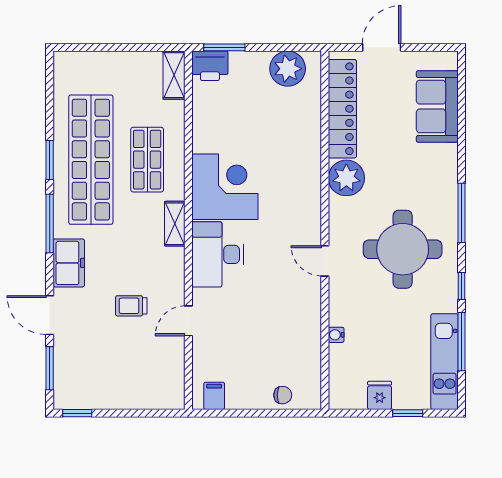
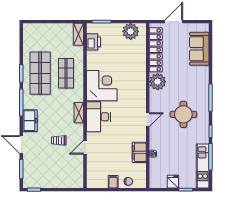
printer: (210, 66) -> (93, 42), moved, turned -90
shop shelf: (91, 160) -> (40, 73), width x0.71
shelving: (175, 224) -> (79, 113), moved
round table: (403, 249) -> (183, 114), width x0.73, depth x0.73
door: (325, 261) -> (148, 120), swing flipped
filing cabinet: (307, 332) -> (139, 152), added
filing cabinet: (214, 396) -> (113, 182), moved

